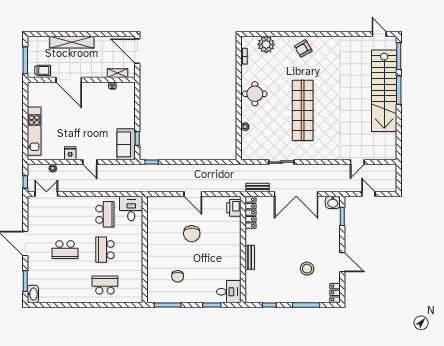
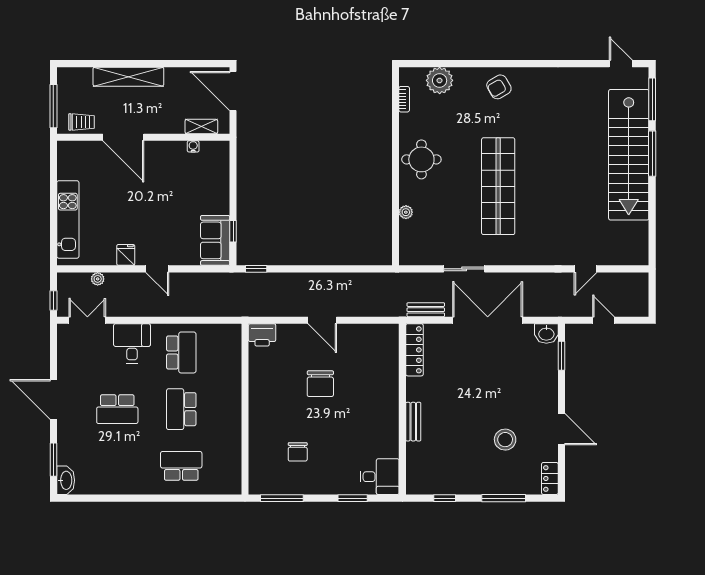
double door: (296, 194) -> (488, 320), swing flipped
printer: (234, 208) -> (262, 335), moved, turned -90
desk: (131, 209) -> (132, 343), moved

